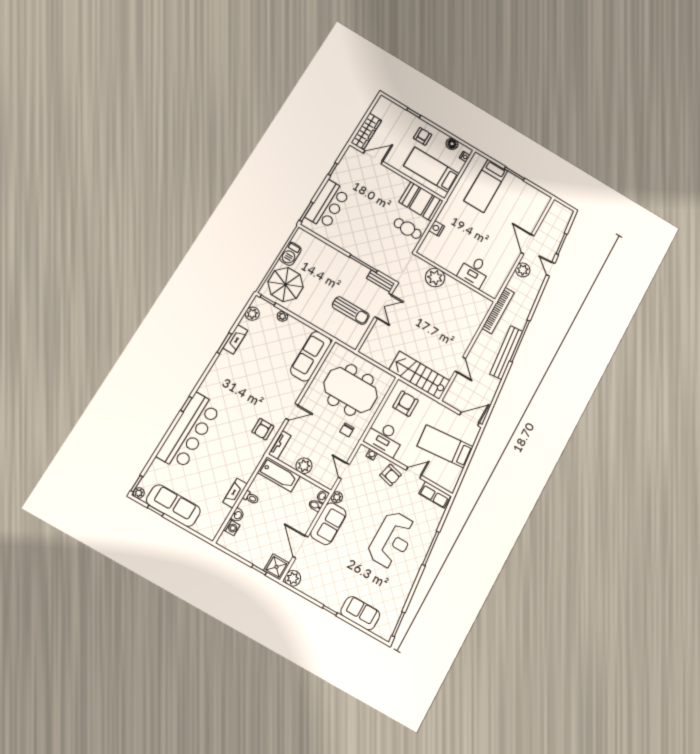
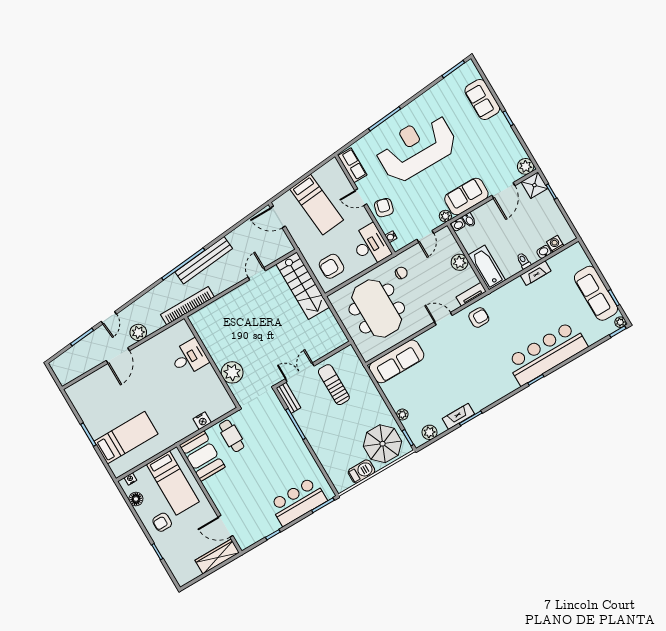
reception desk: (392, 540) -> (416, 148), width x1.36, depth x1.30

